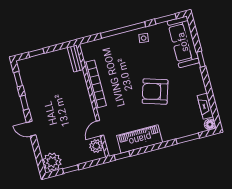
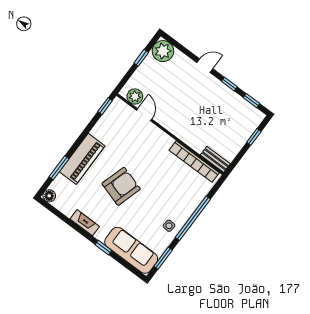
bookcase: (95, 84) -> (194, 162), moved
fireplace: (205, 106) -> (85, 223), moved
piano: (140, 139) -> (82, 159), moved

